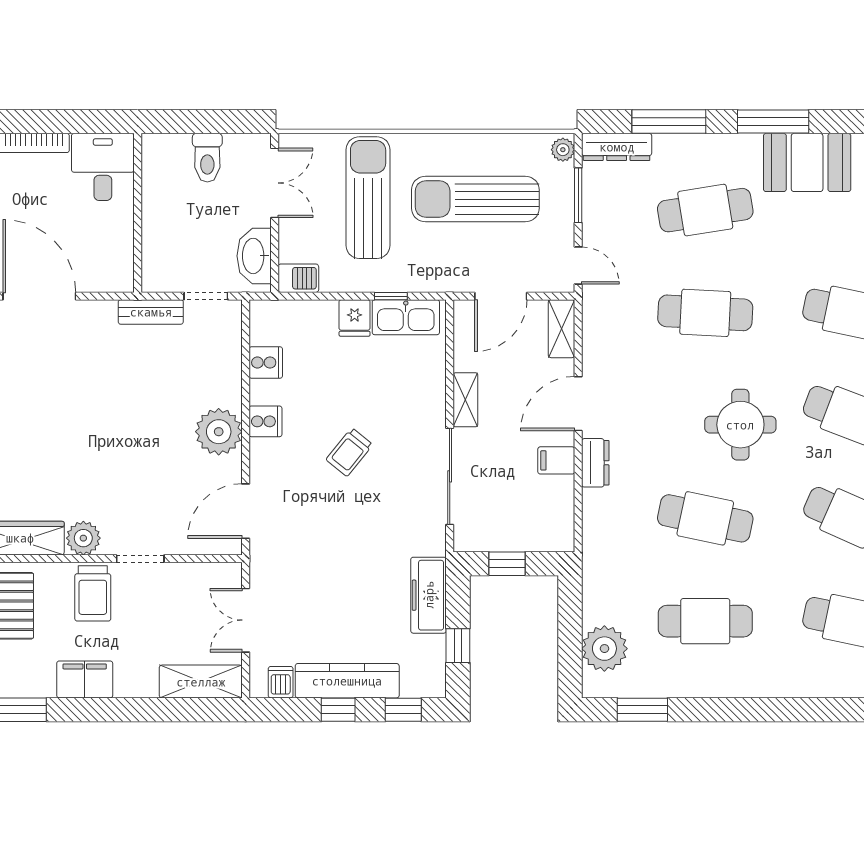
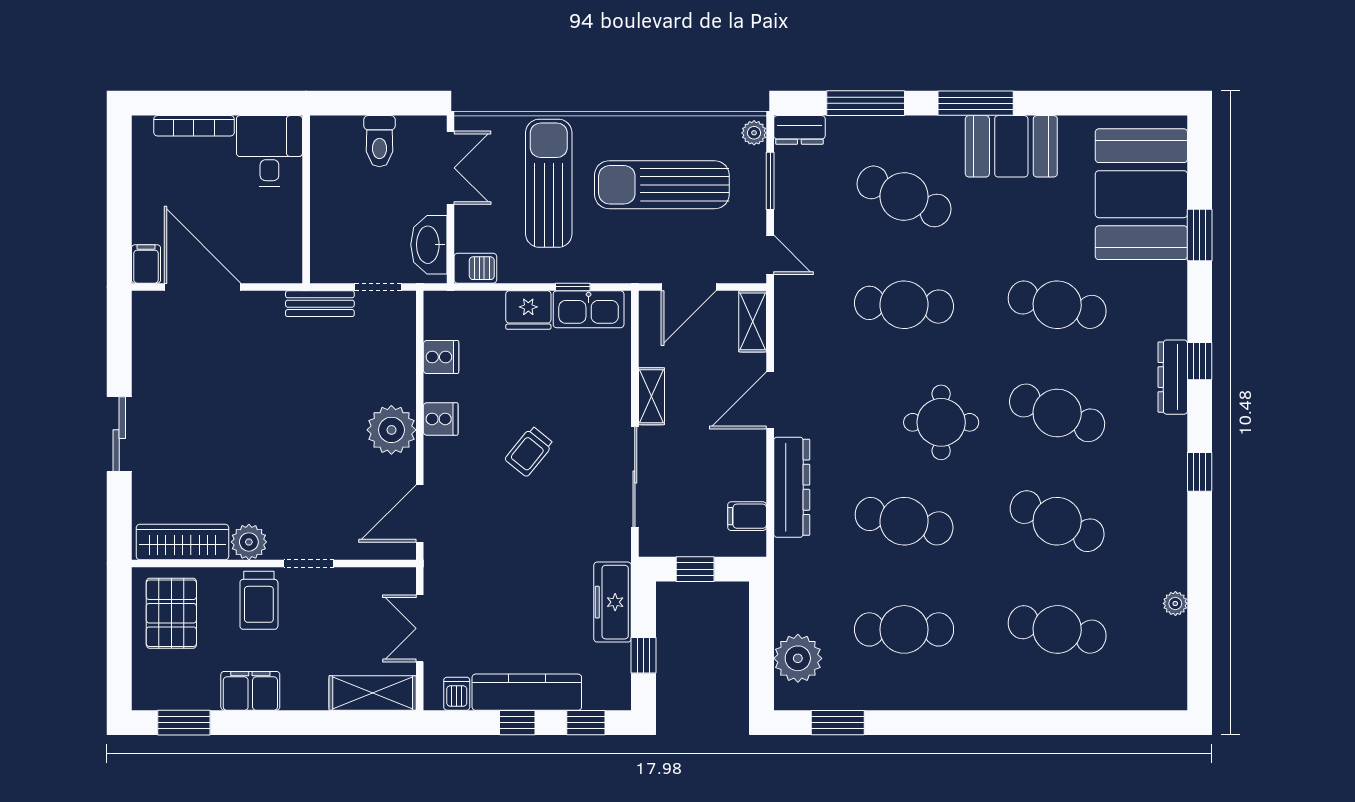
dresser: (617, 147) -> (799, 130), width x0.70
cafe table: (705, 210) -> (904, 196), turned 33
fridge: (355, 318) -> (528, 310), width x1.38
filing cabinet: (556, 460) -> (747, 516), moved
dresser: (595, 463) -> (792, 487), width x1.96, depth x1.24

